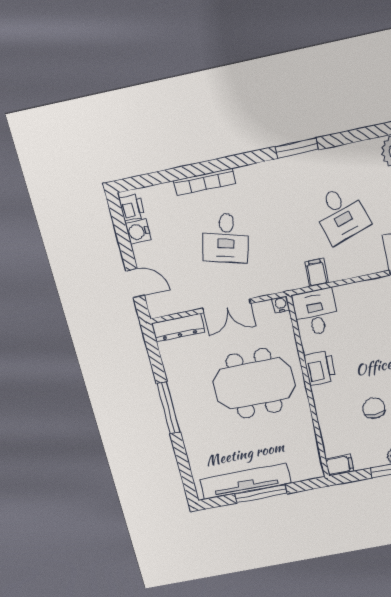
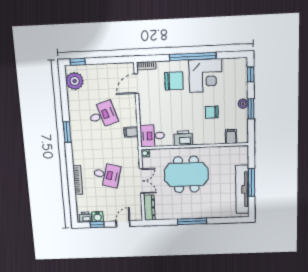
window: (122, 233) -> (97, 225), added
meeting table: (254, 384) -> (186, 174), turned 90
filing cabinet: (340, 465) -> (231, 137), moved

